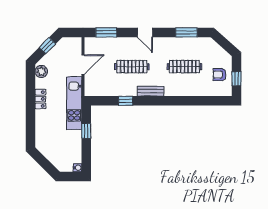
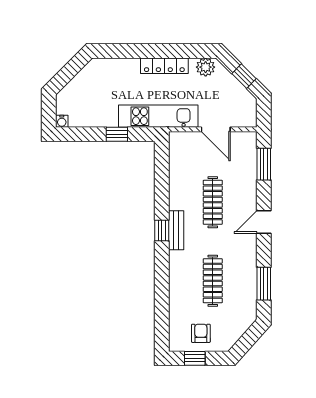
locker: (40, 99) -> (164, 66), width x1.53
window: (126, 101) -> (162, 230), moved

